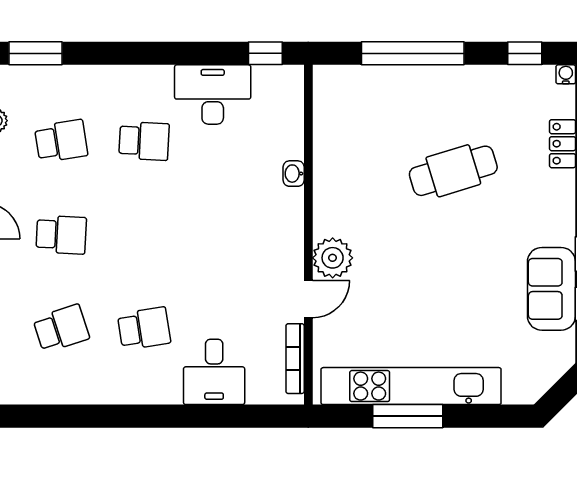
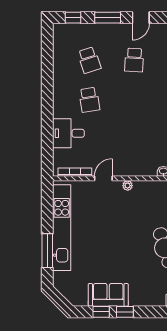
plant: (333, 258) -> (128, 186), width x0.53, depth x0.53
door: (308, 299) -> (103, 178), swing flipped
window: (408, 416) -> (47, 251), moved

